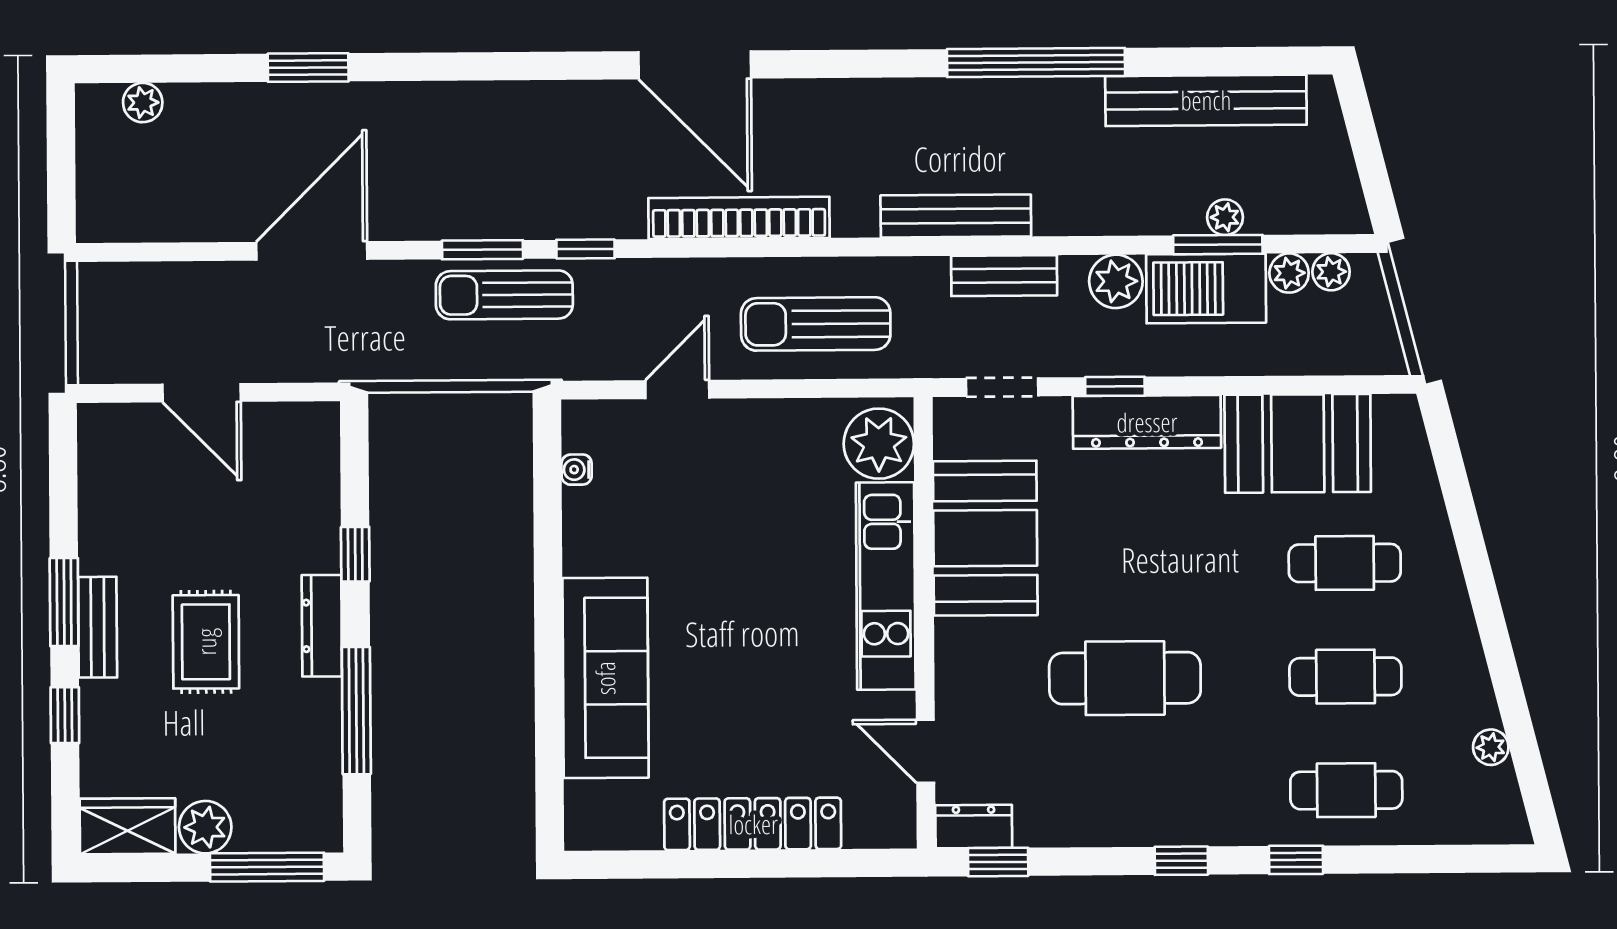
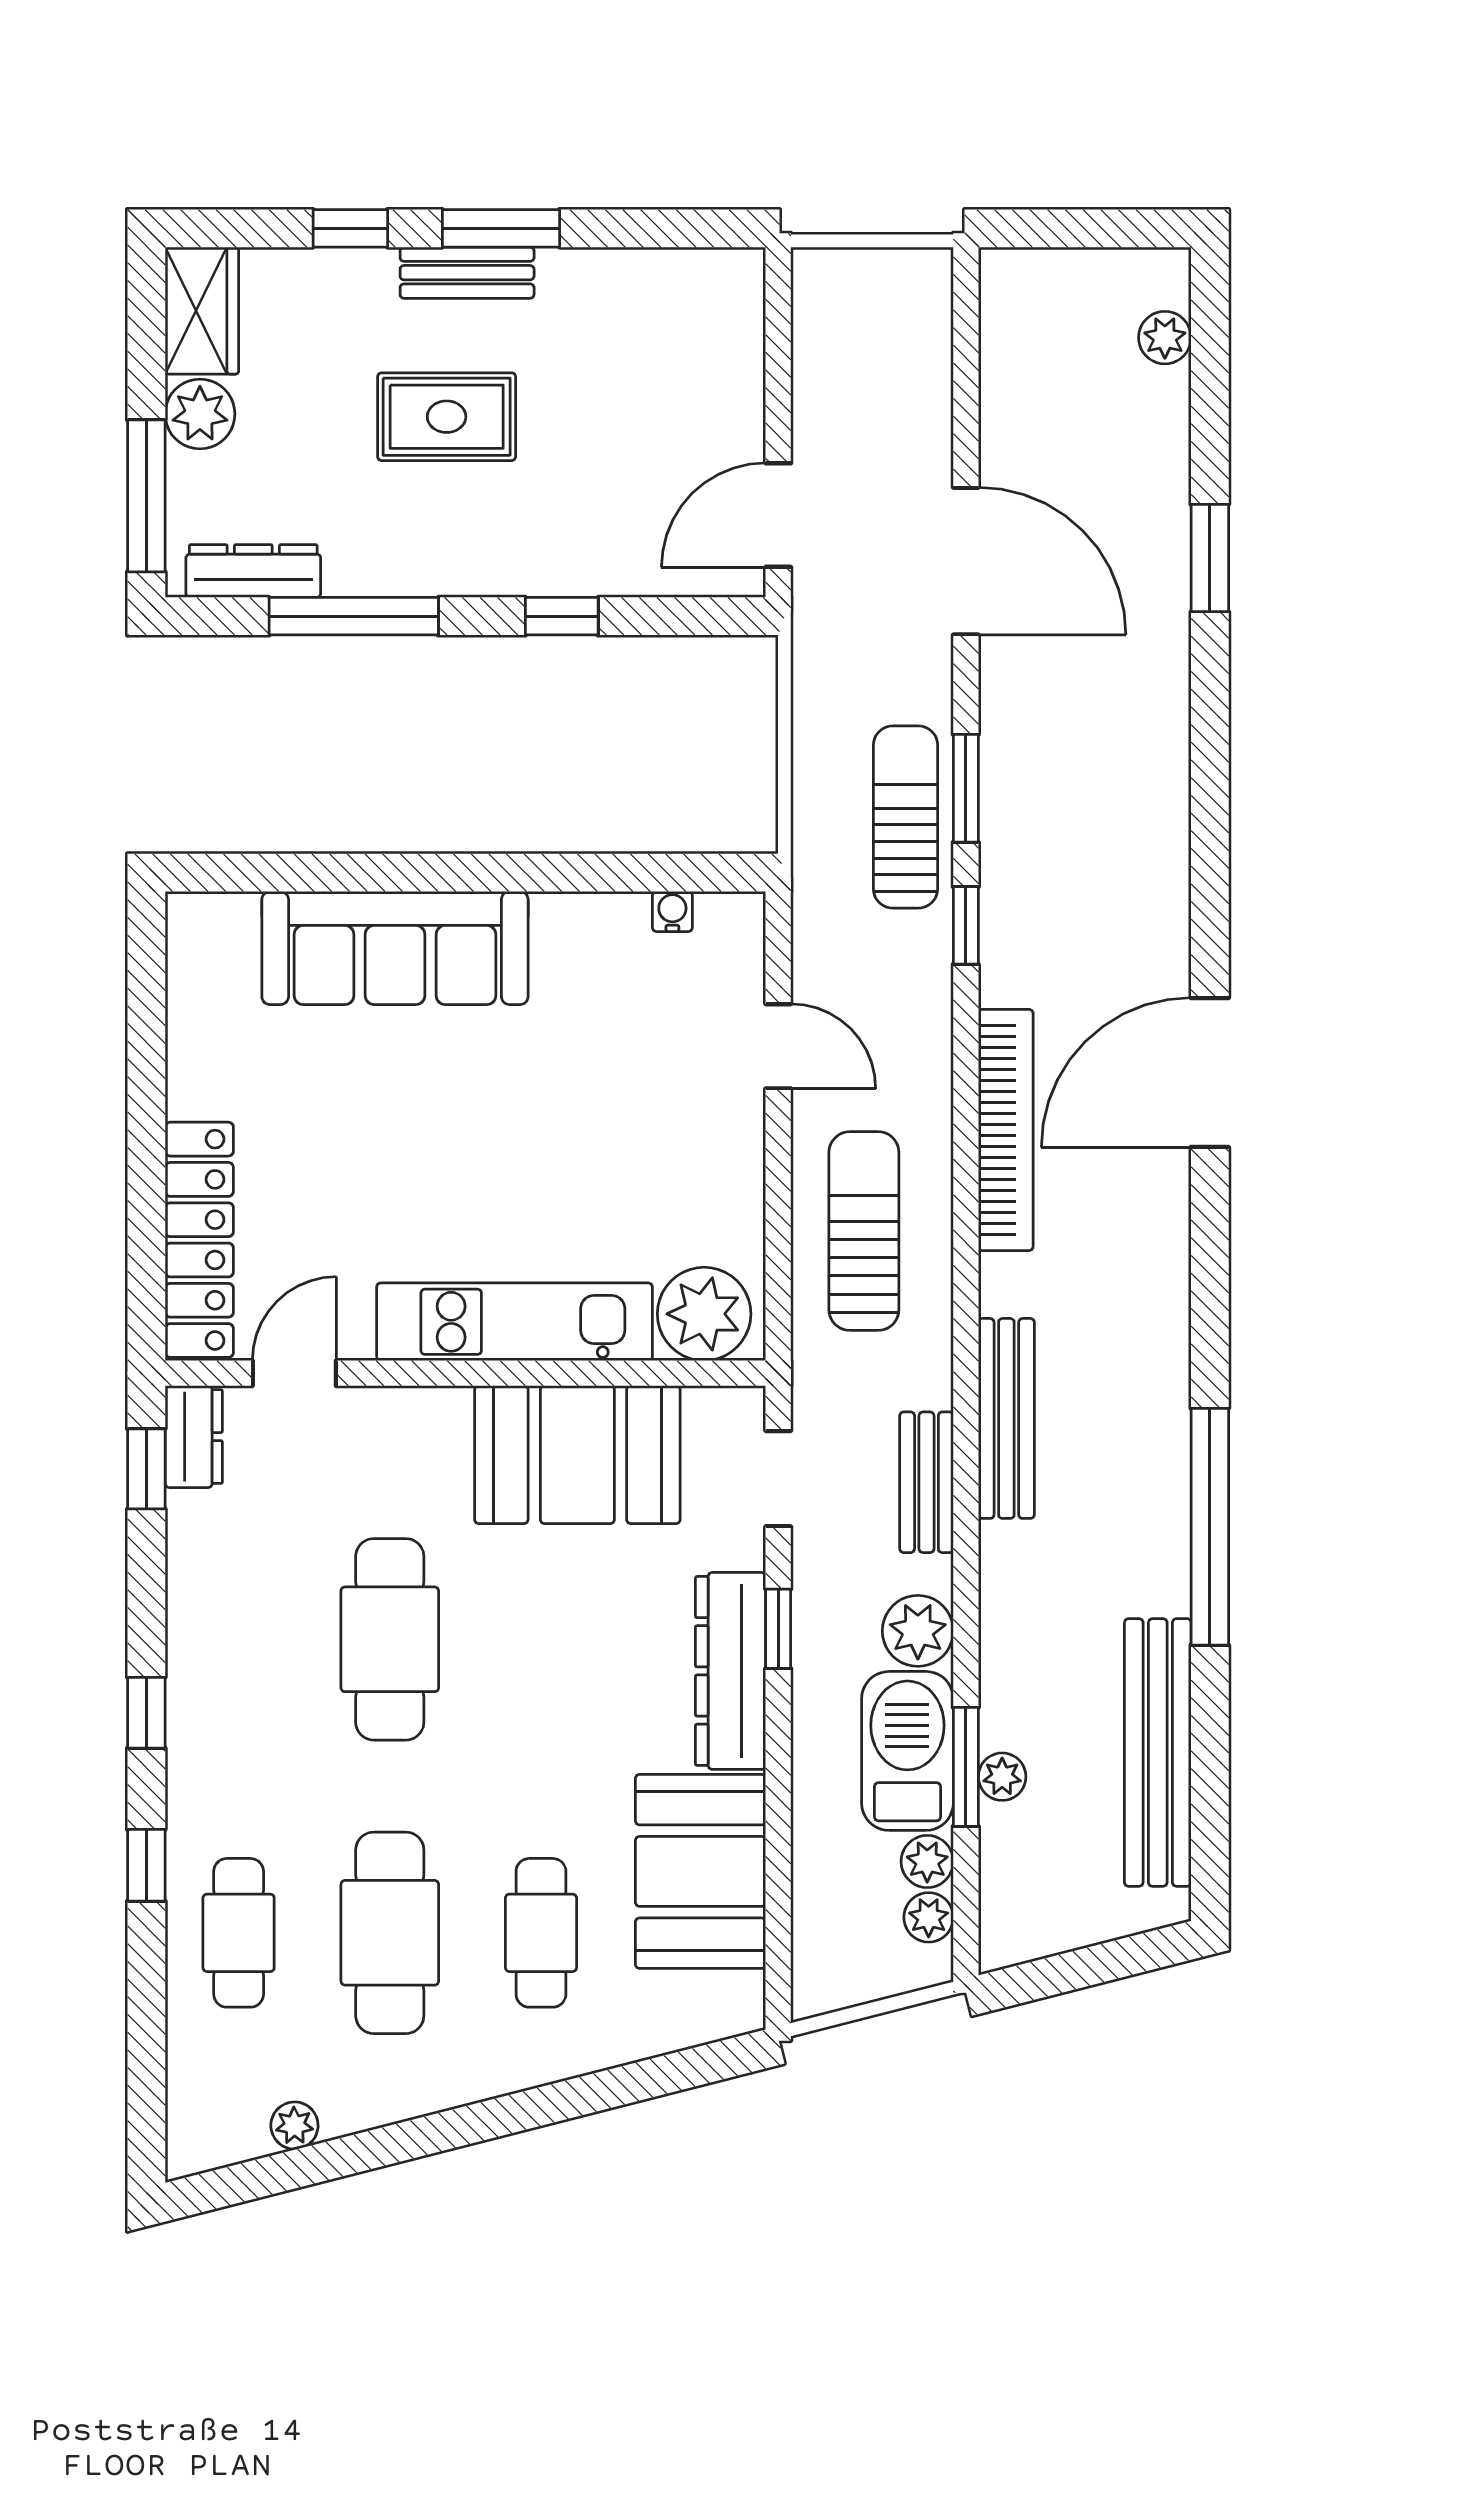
door: (202, 393) -> (778, 515), moved
dresser: (322, 626) -> (253, 571), moved
cafe table: (1345, 677) -> (390, 1933), width x1.37, depth x1.35
locker: (753, 824) -> (199, 1240), moved

